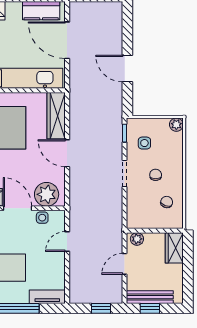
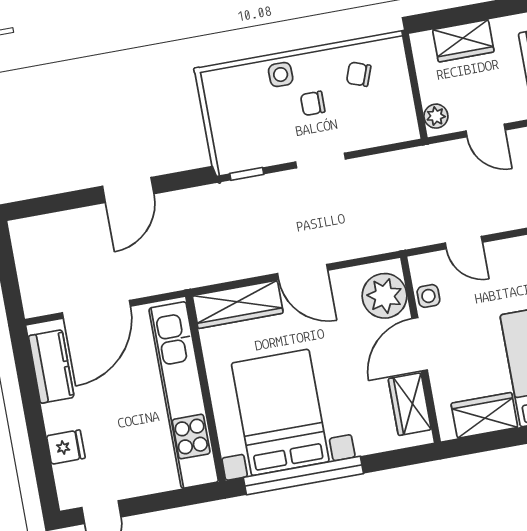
plant: (176, 125) -> (214, 82), removed
side table: (144, 143) -> (281, 75), moved
door: (67, 153) -> (303, 272), hinge flipped
wardrobe: (174, 248) -> (463, 41), moved

